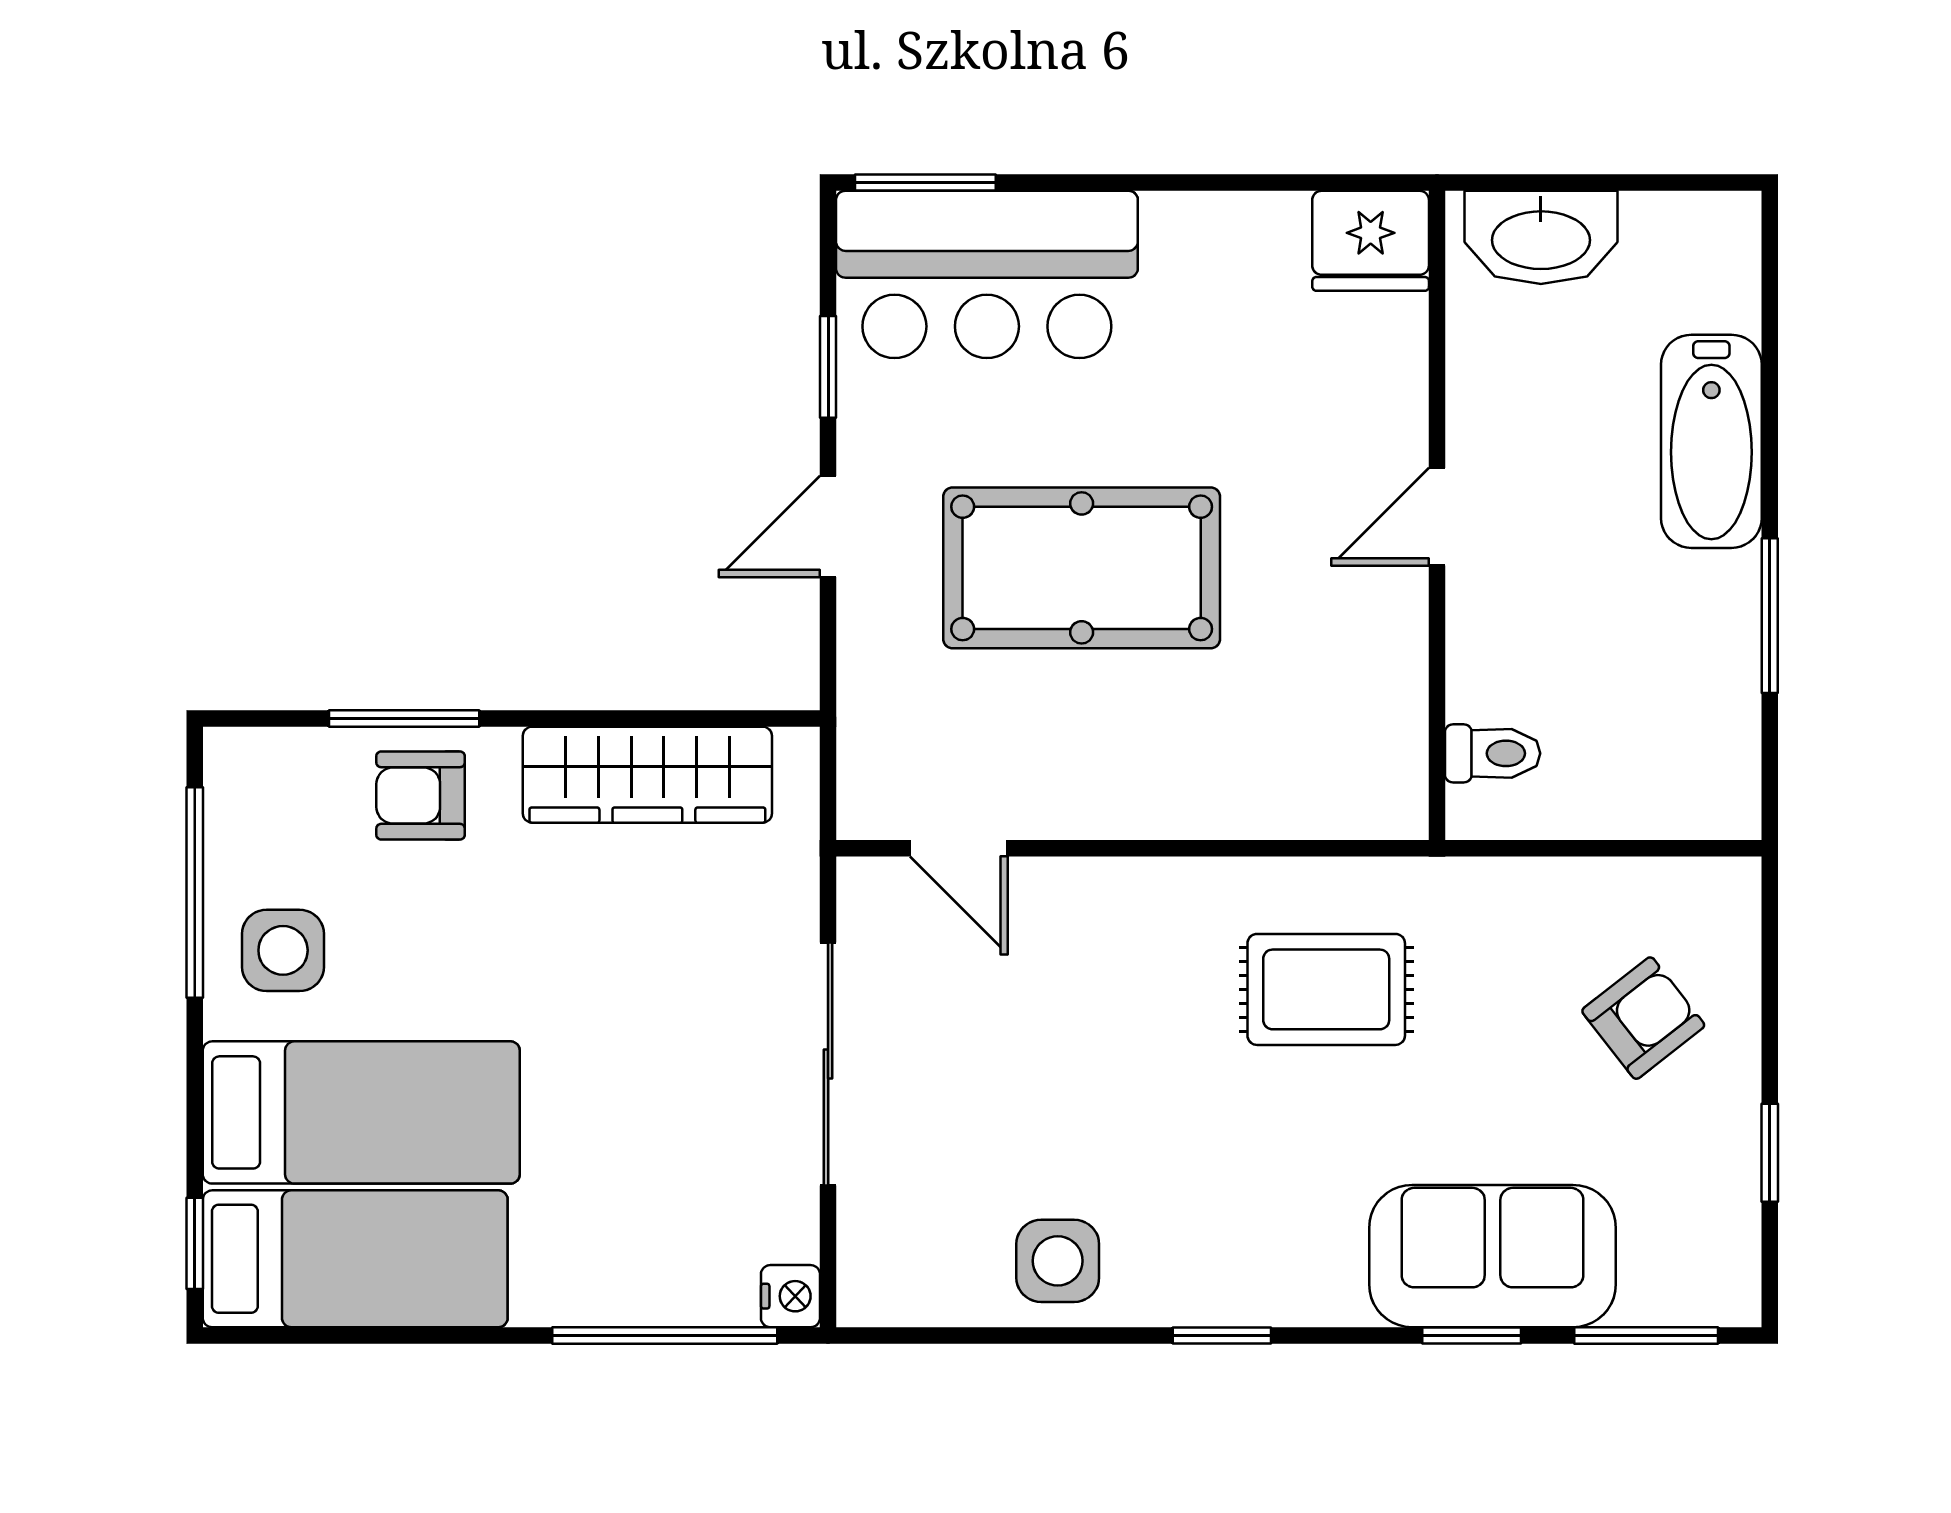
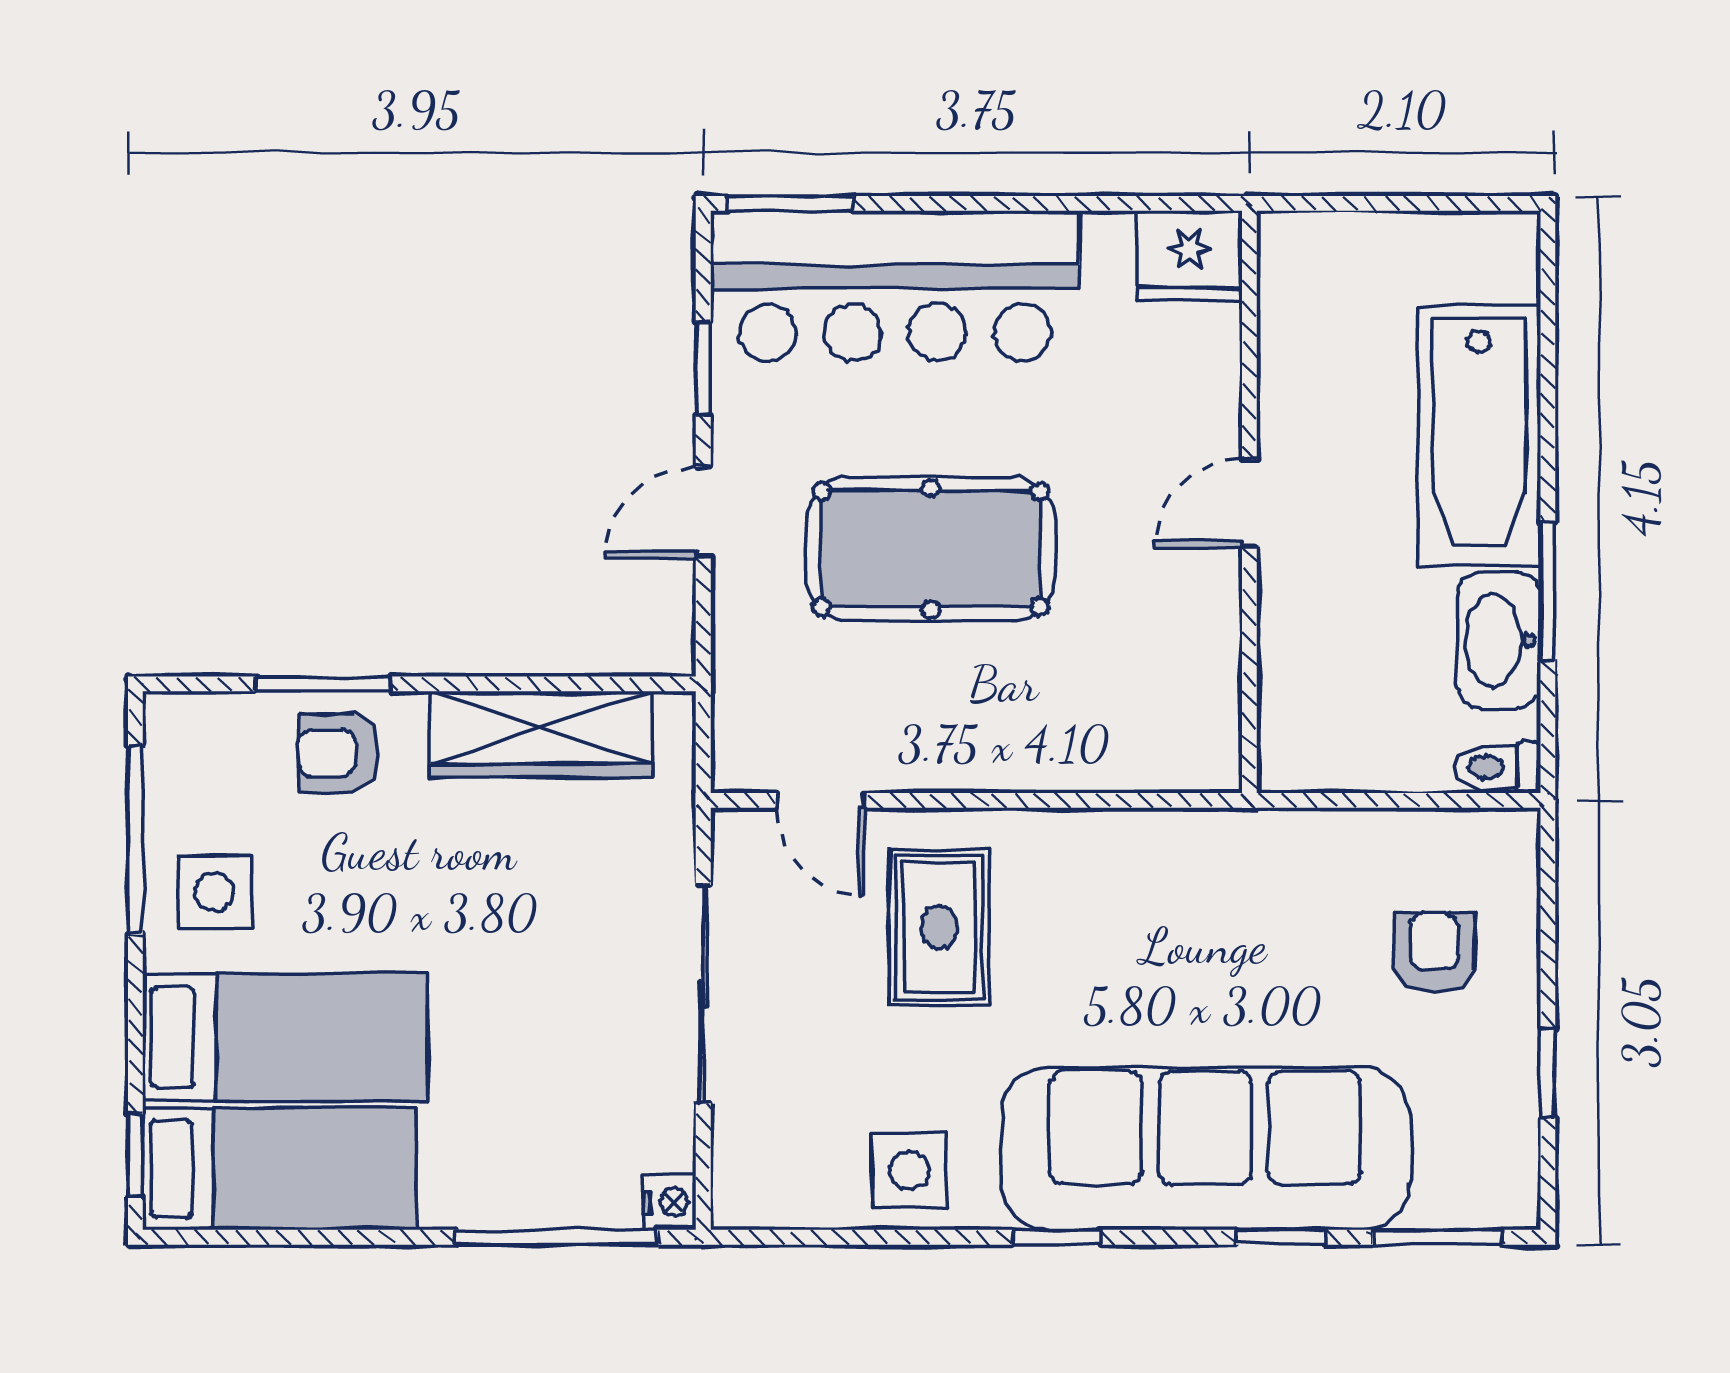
washbasin: (1541, 237) -> (1499, 640), moved, turned 90
bar counter: (987, 274) -> (895, 286), width x1.36
bathtub: (1711, 441) -> (1479, 436), width x1.36, depth x1.36
toilet: (1493, 753) -> (1498, 767), moved, turned 180
rug: (1326, 989) -> (939, 928), moved, turned 90
armchair: (1643, 1018) -> (1434, 953), turned -52
sofa: (1493, 1256) -> (1205, 1149), width x1.85, depth x1.27

